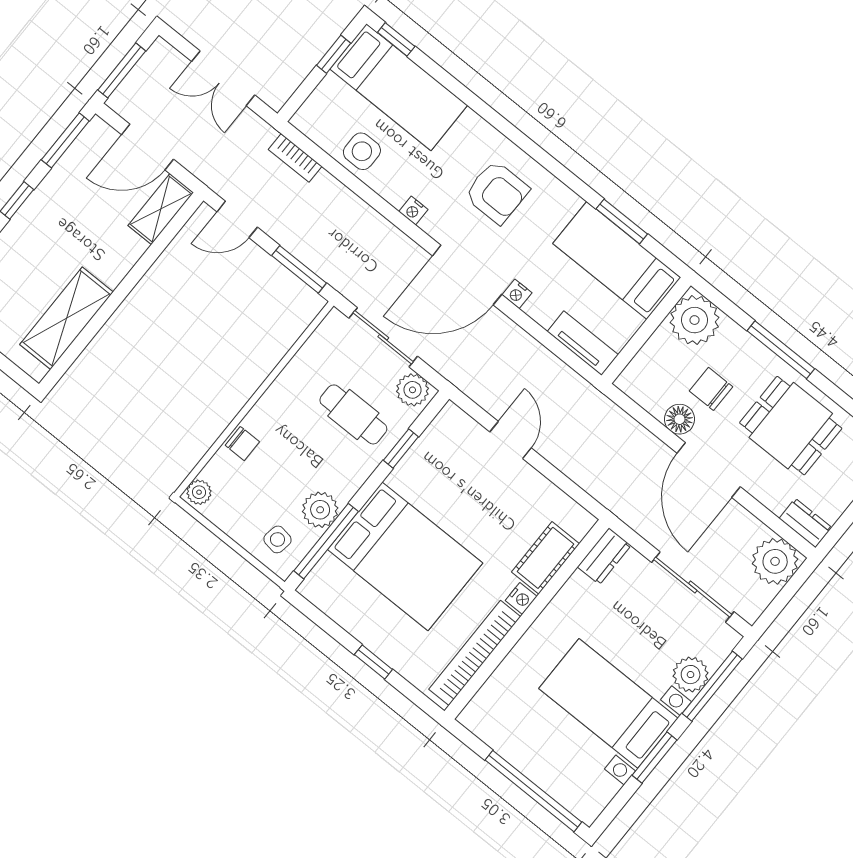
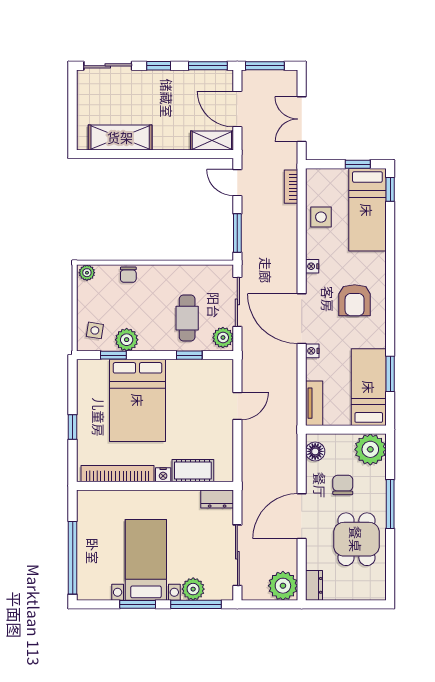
floor lamp: (680, 419) -> (315, 451), moved
window: (326, 541) -> (113, 355), width x0.46

